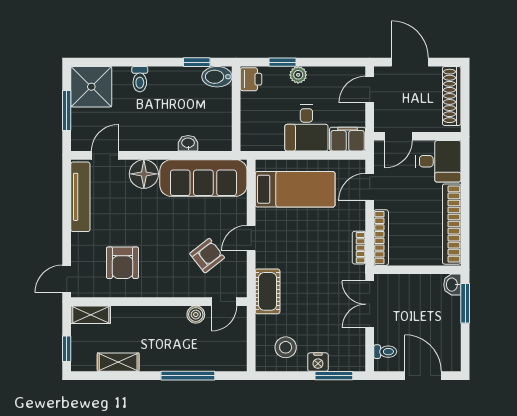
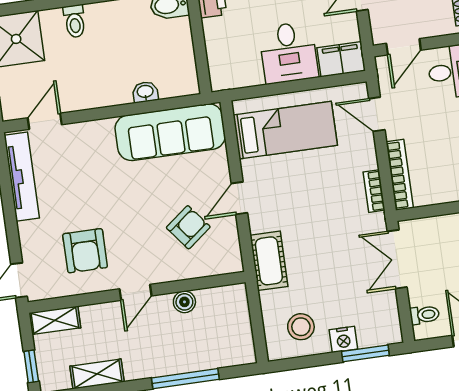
floor lamp: (144, 174) -> (96, 138), removed
door: (370, 187) -> (377, 114), hinge flipped
door: (224, 302) -> (136, 292), moved

